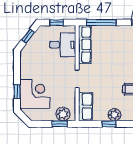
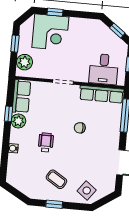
chair: (116, 61) -> (80, 128), added
row of seats: (85, 107) -> (21, 96), moved, turned -90
window: (60, 124) -> (15, 44), moved

